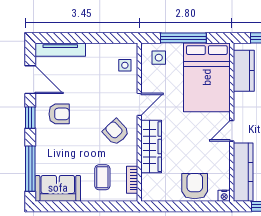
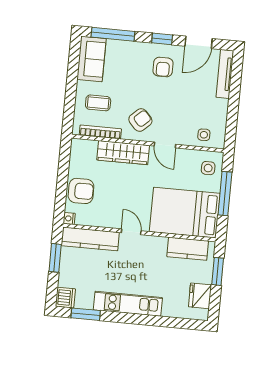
bookcase: (132, 180) -> (100, 132), width x1.56

